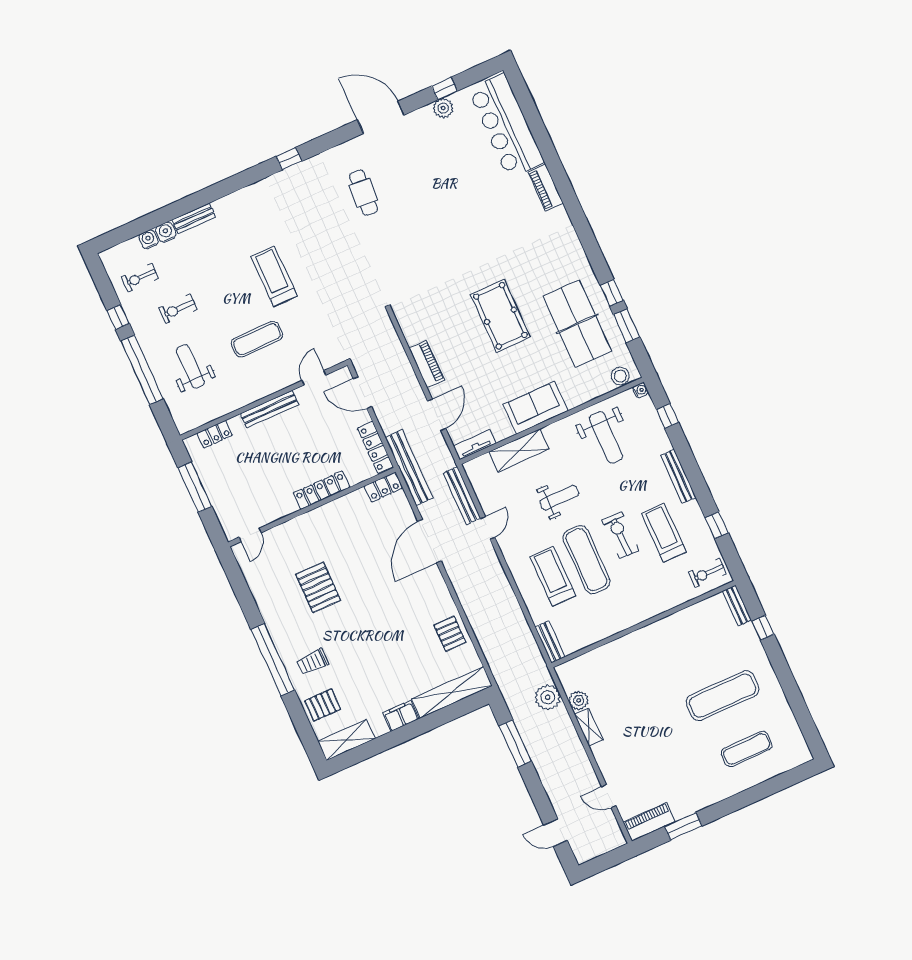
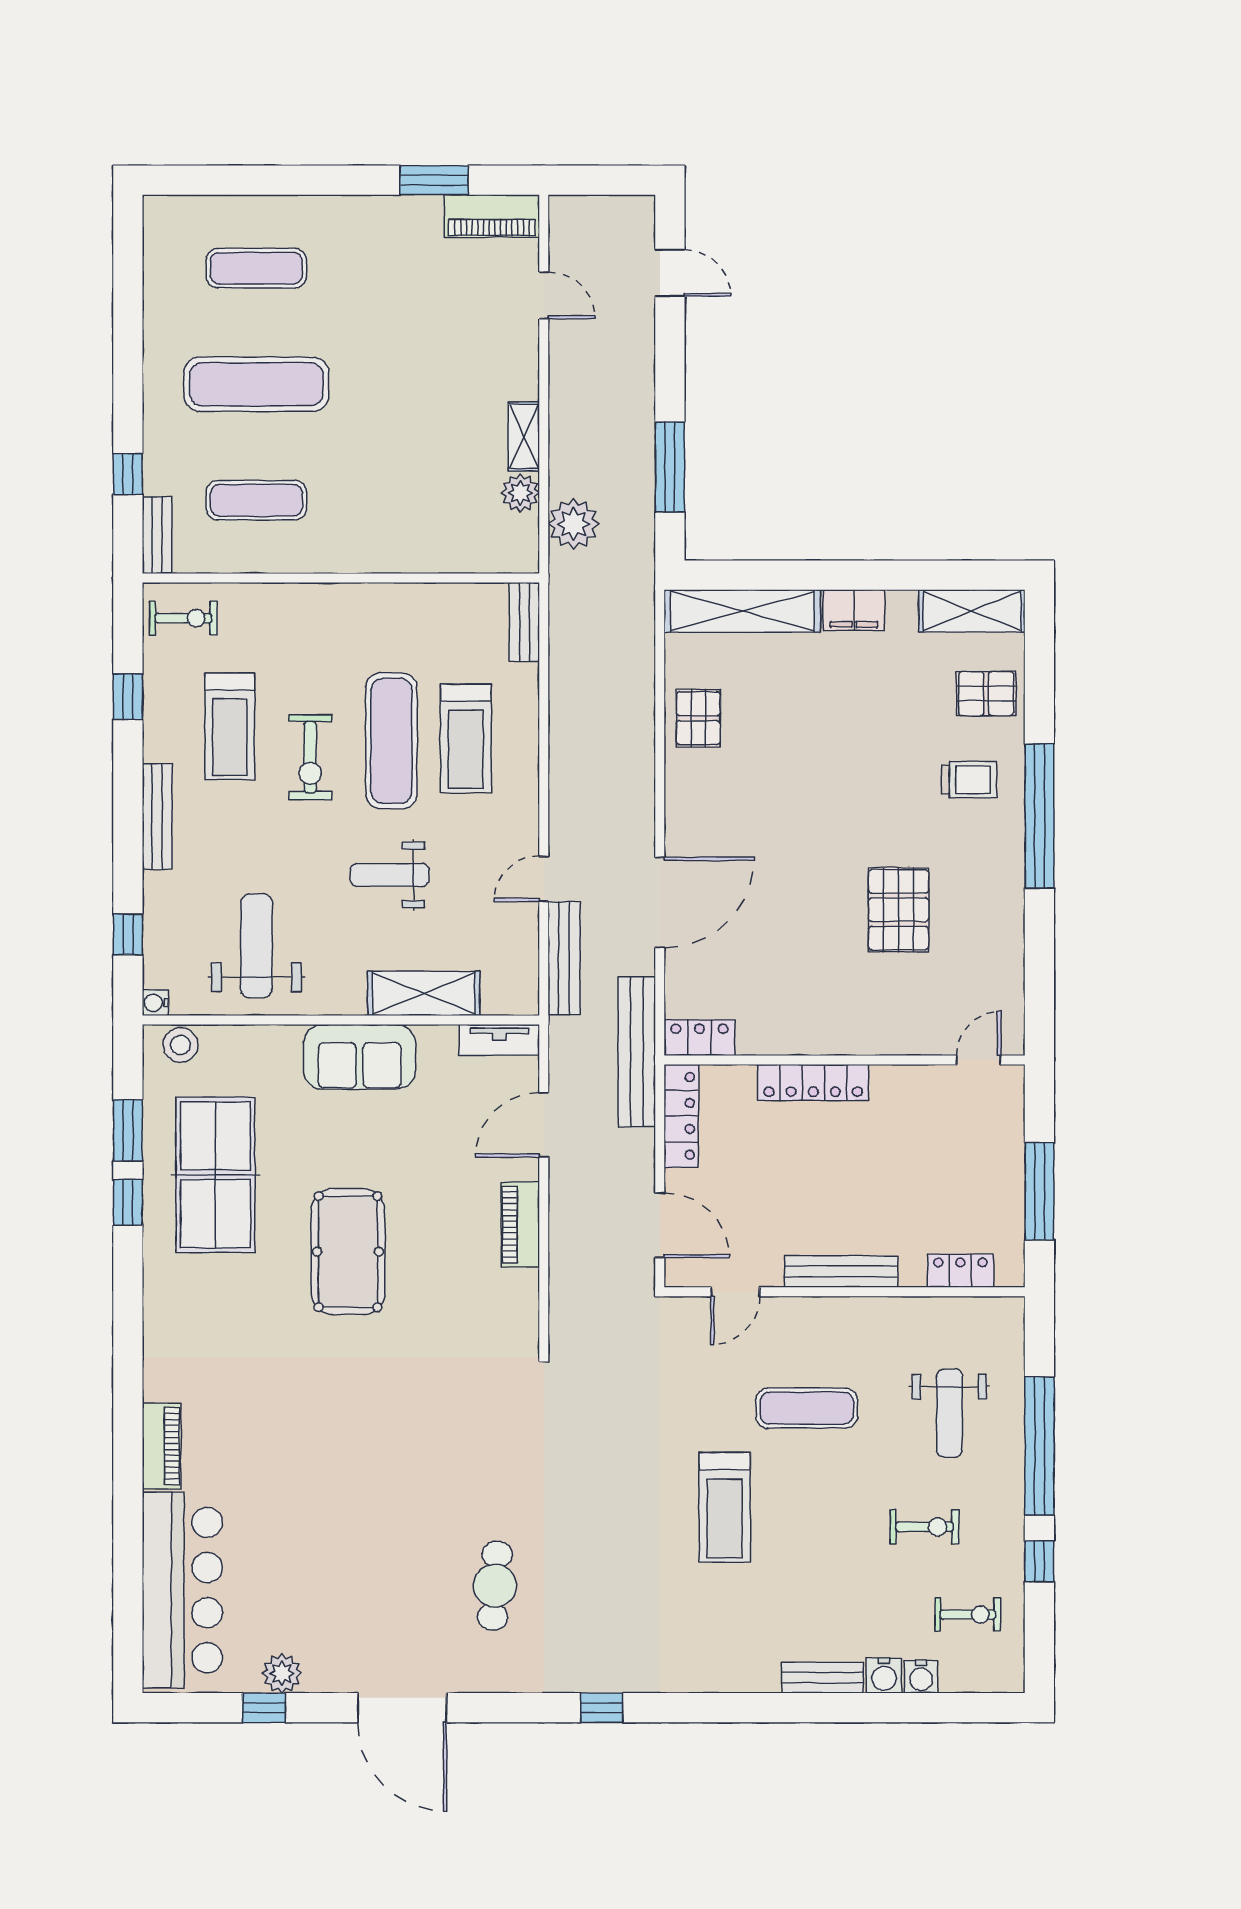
exercise mat: (698, 642) -> (256, 500), added

